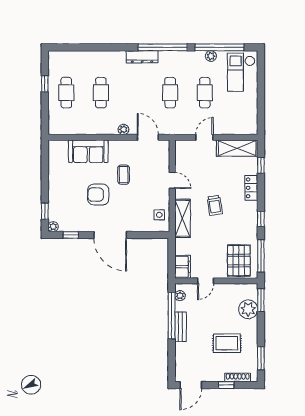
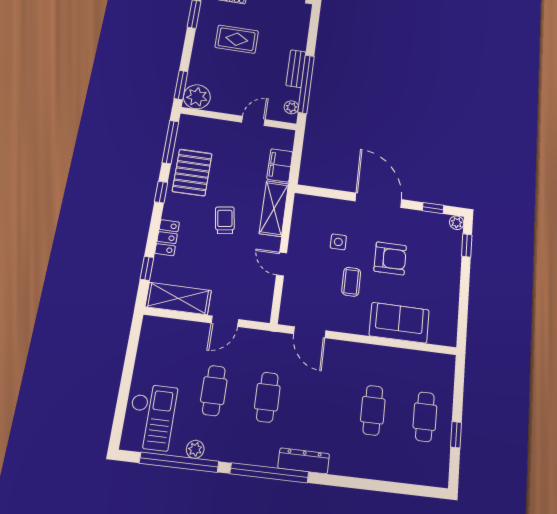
plant: (123, 129) -> (344, 349), removed
side table: (159, 215) -> (338, 242), moved
pallet: (239, 261) -> (192, 173), moved
filing cabinet: (183, 267) -> (280, 165), moved
plant: (248, 309) -> (197, 97), moved

